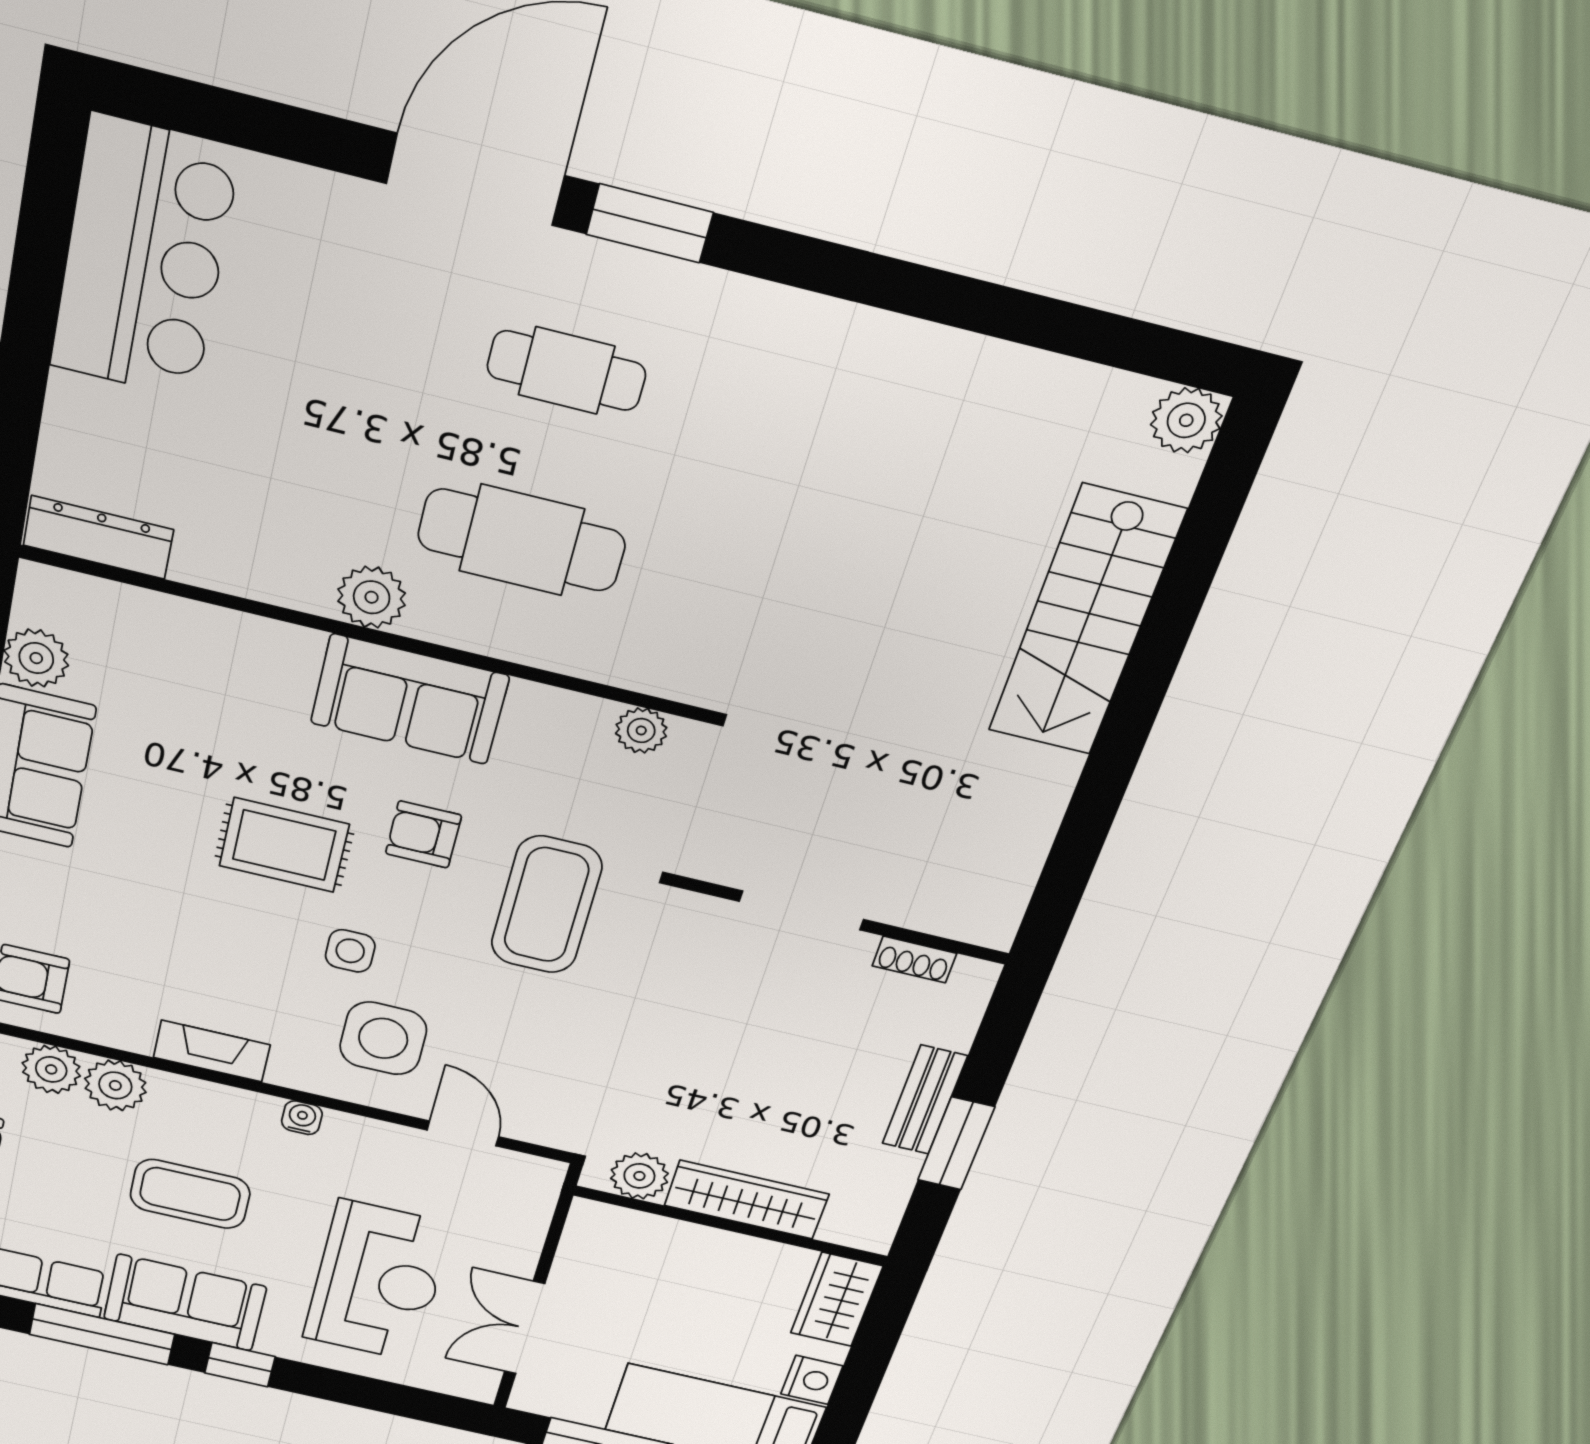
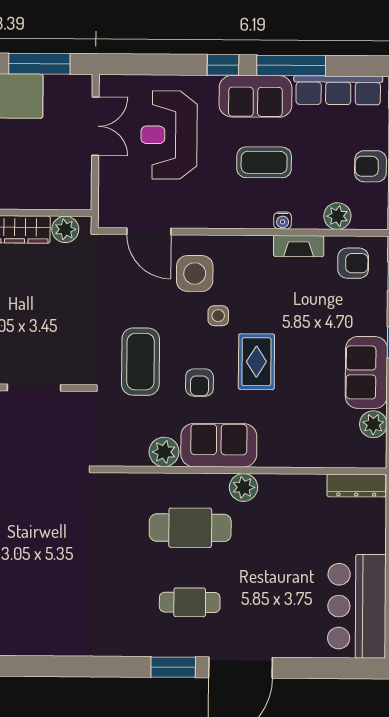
plant: (641, 730) -> (164, 452), moved, width x1.38, depth x1.38
armchair: (423, 834) -> (199, 383), turned 90
rug: (284, 845) -> (256, 362), turned 90
fireplace: (212, 1051) -> (299, 246), moved
plant: (115, 1085) -> (308, 215), removed
water cooler: (302, 1118) -> (283, 221), moved
door: (463, 1133) -> (149, 231), width x1.38

